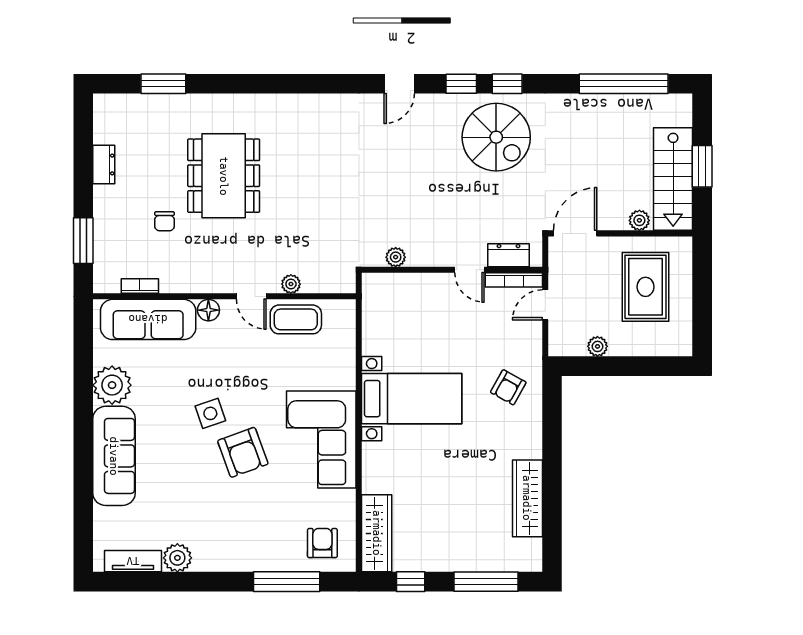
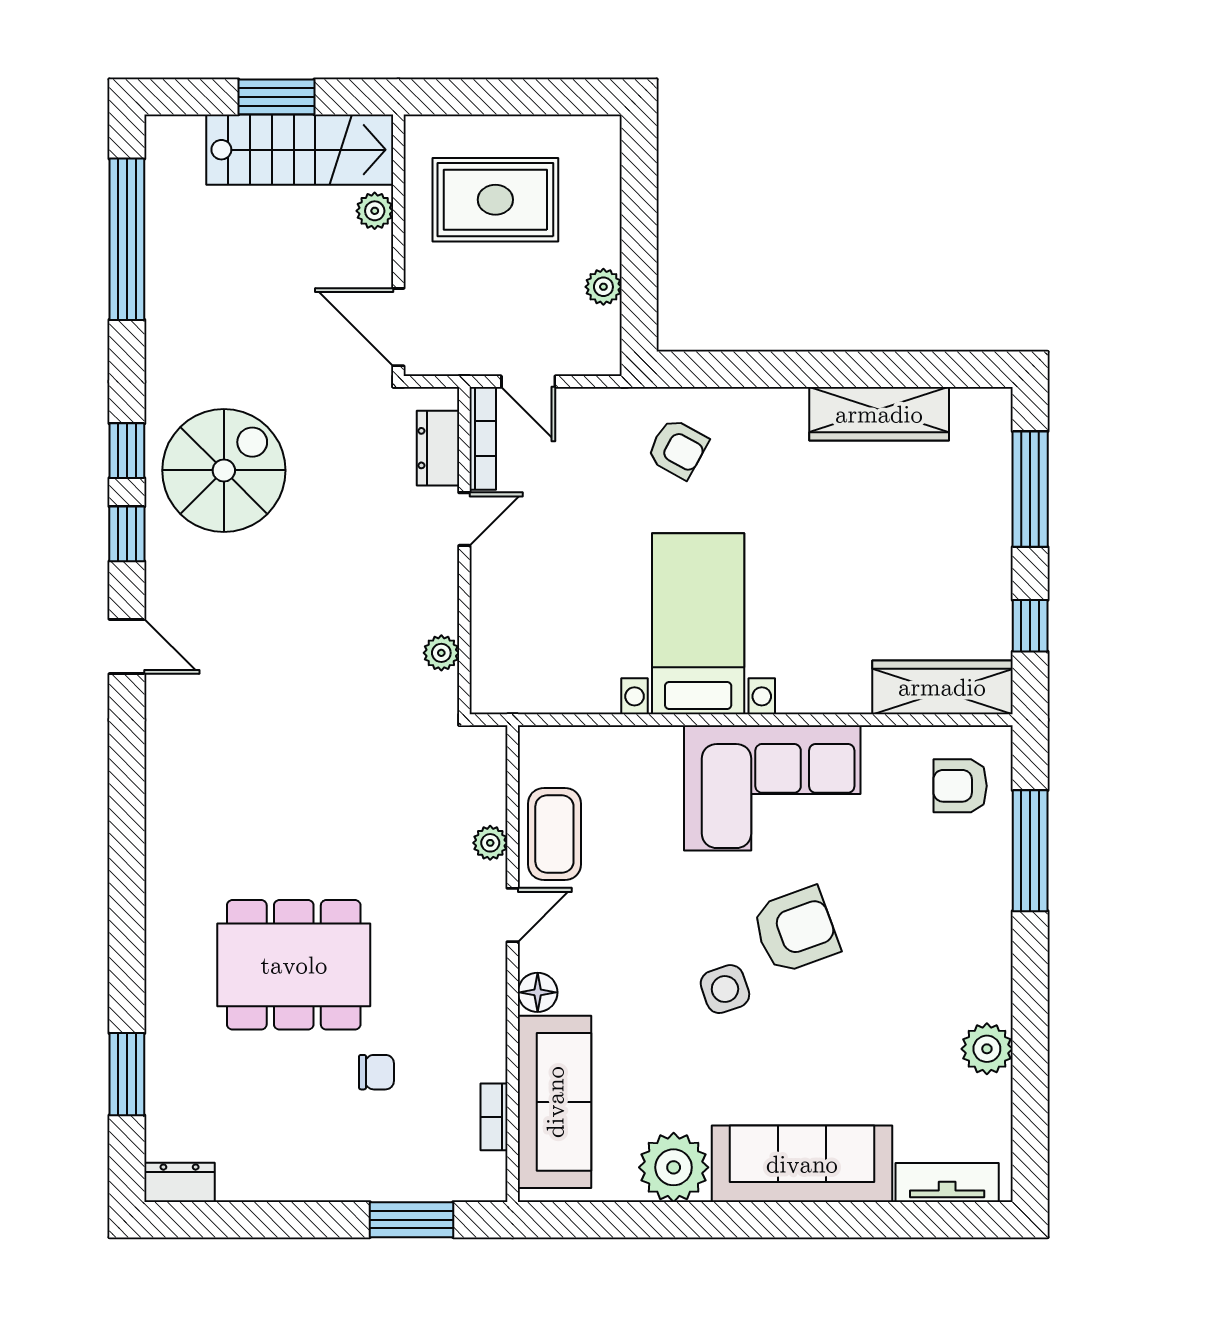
dresser: (104, 164) -> (180, 1182), moved
tv unit: (133, 561) -> (947, 1182), moved, turned 90

